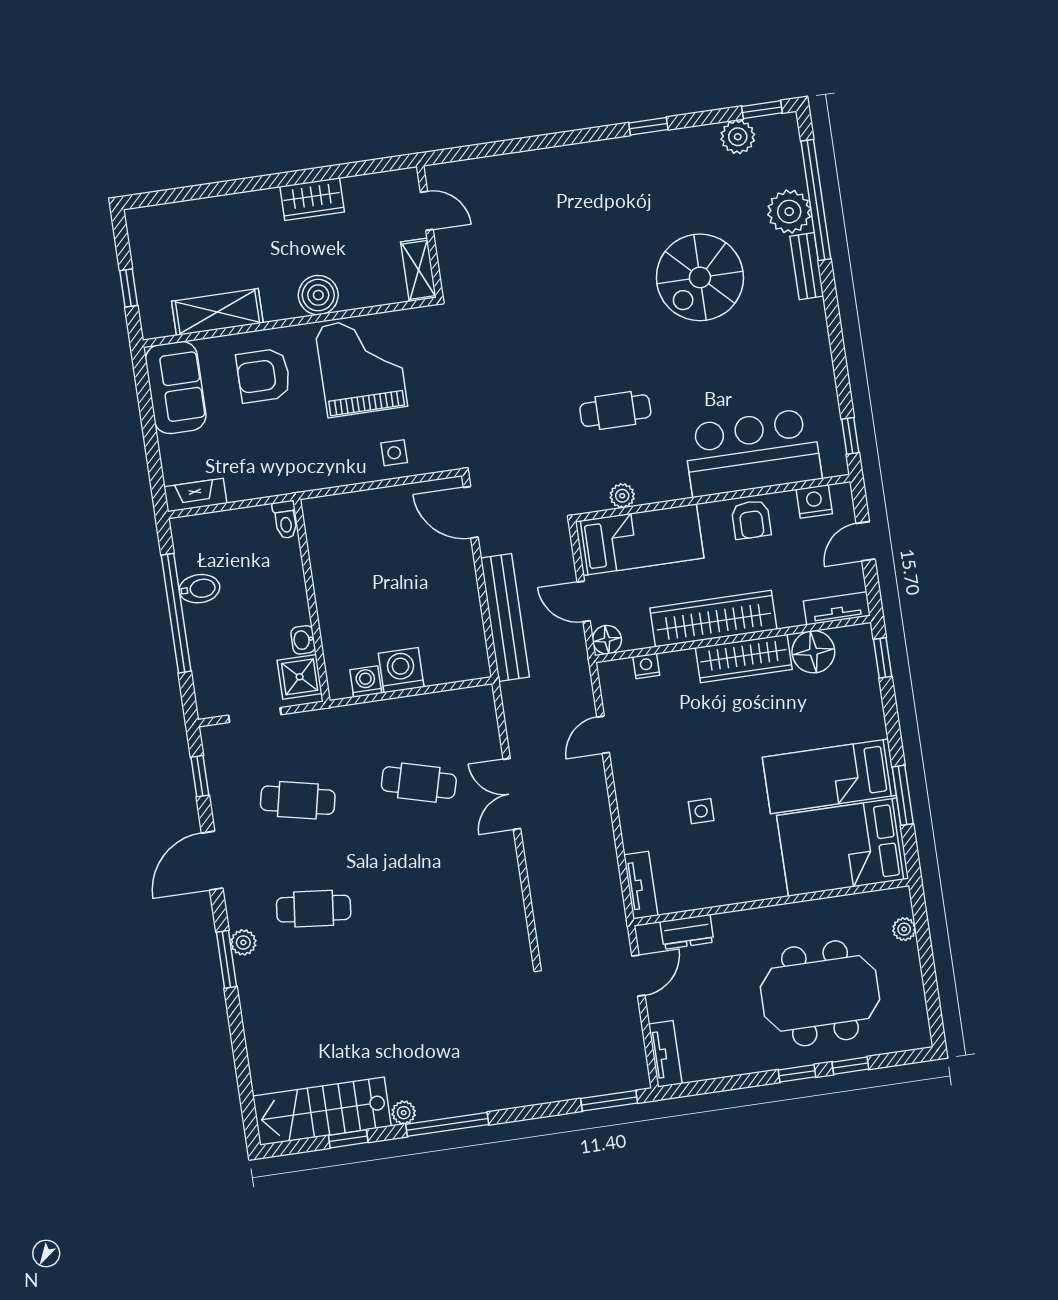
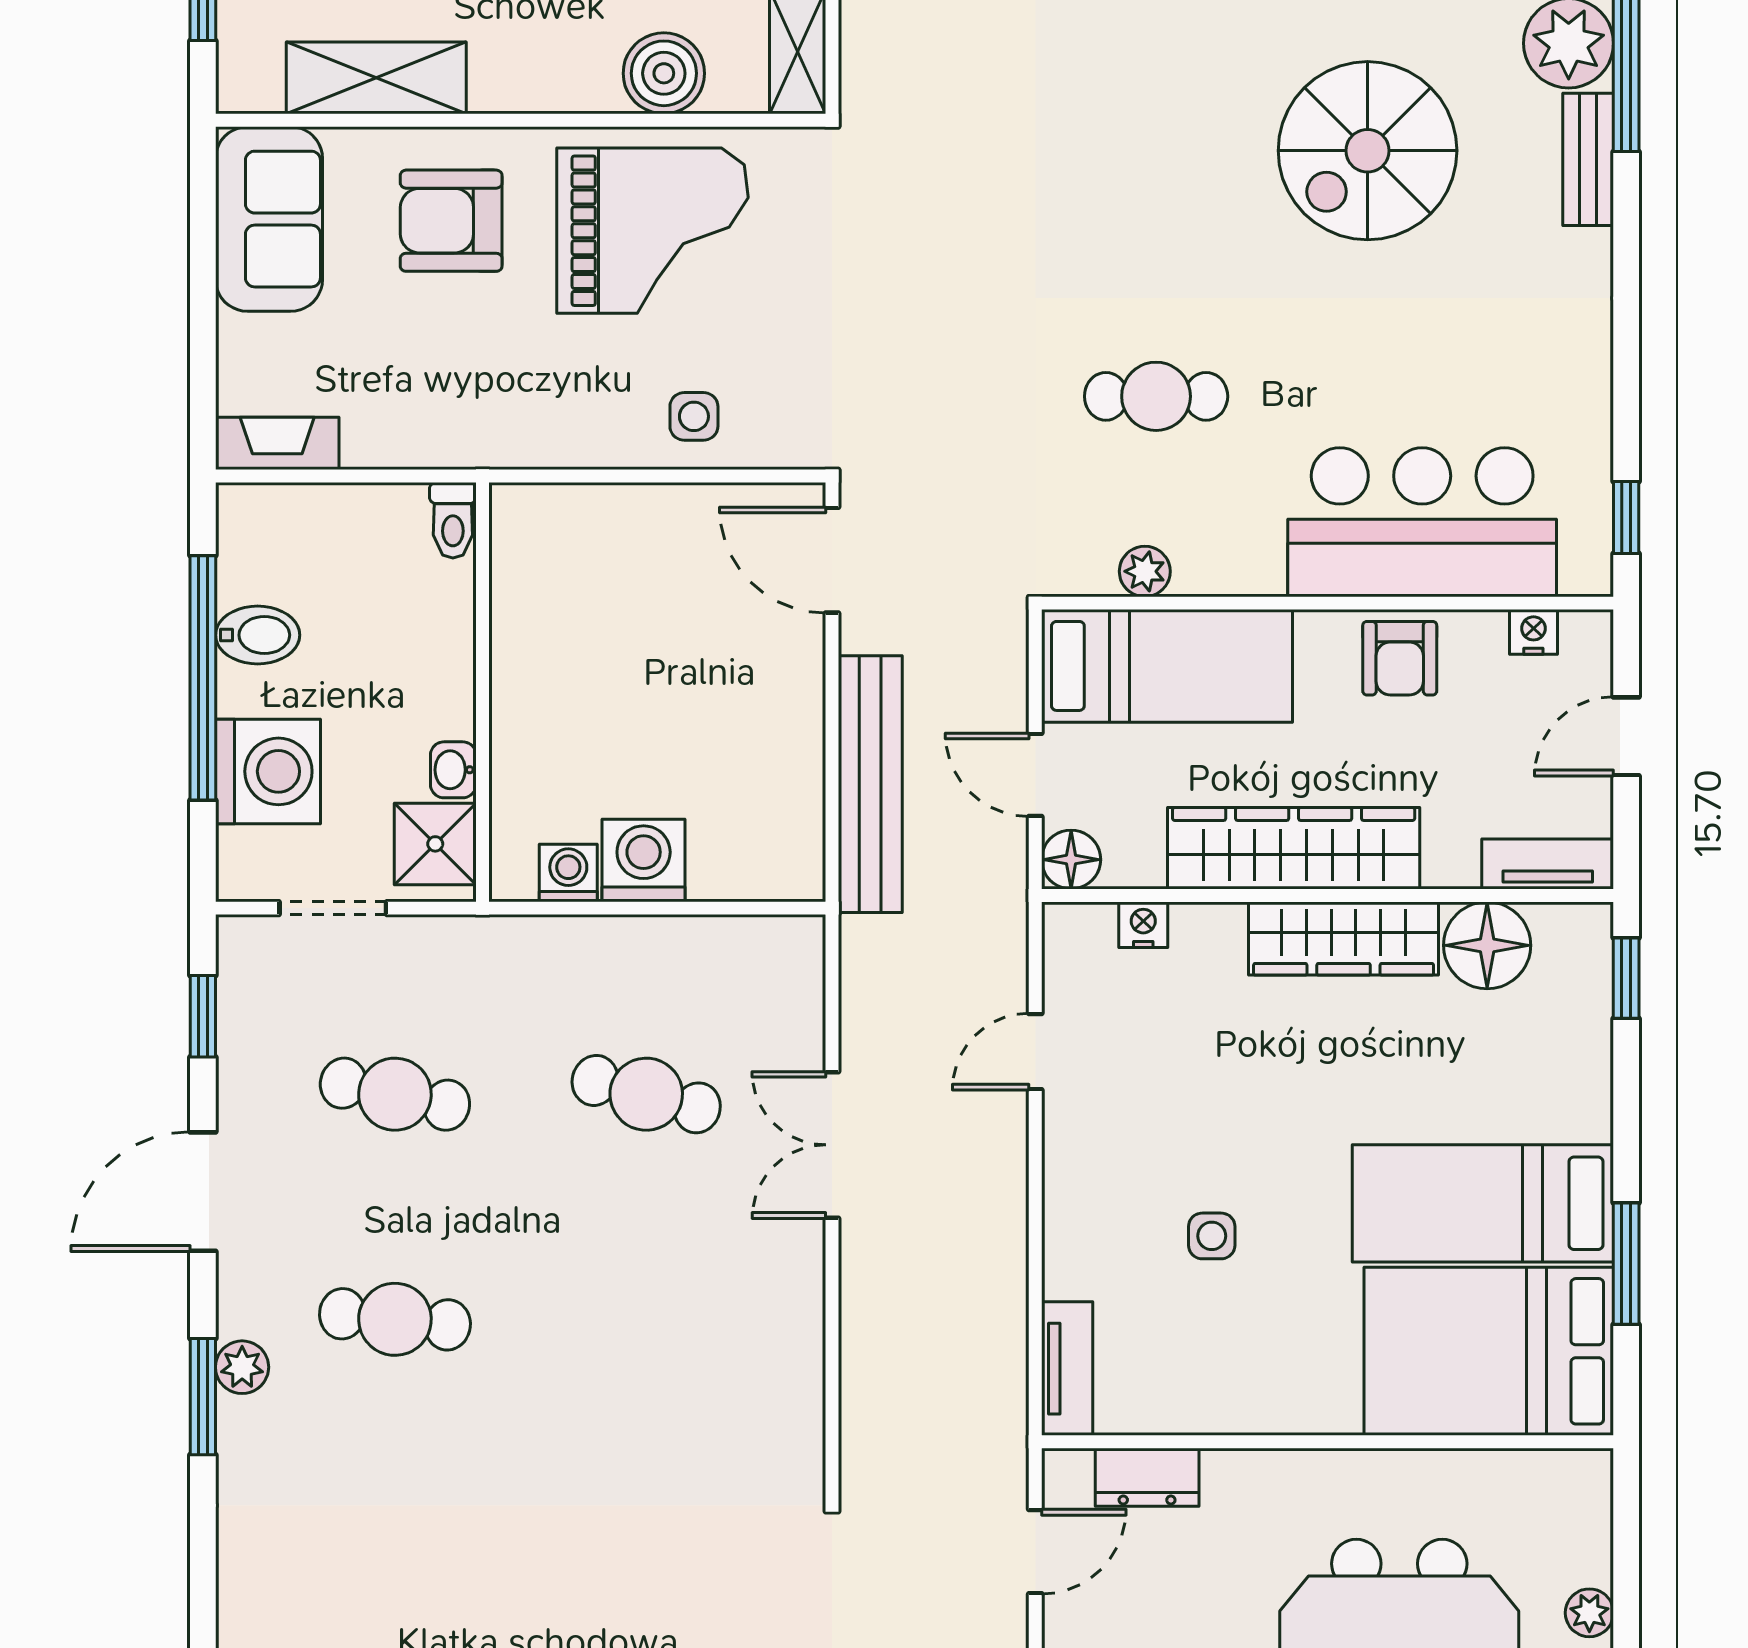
boiler: (318, 295) -> (664, 73), moved
grand piano: (361, 366) -> (652, 231), turned 90
nightstand: (814, 501) -> (1533, 632), width x0.72, depth x0.74
washing machine: (214, 654) -> (268, 771), added
plant: (904, 929) -> (1589, 1613), moved

